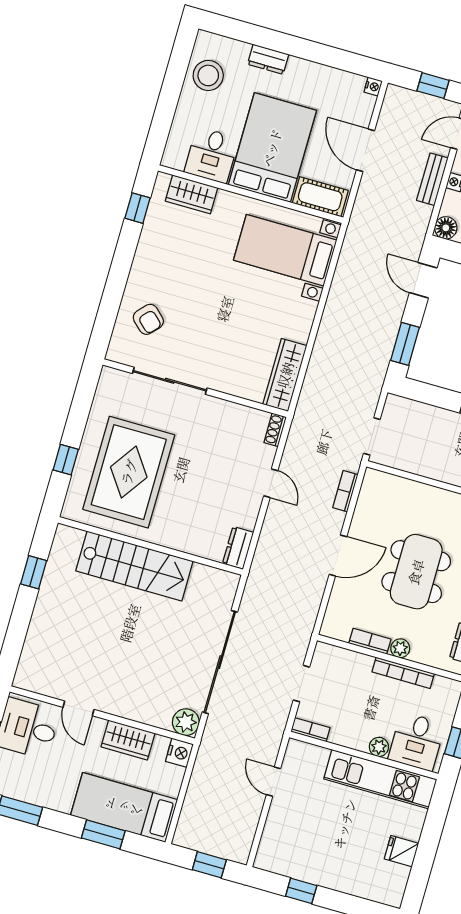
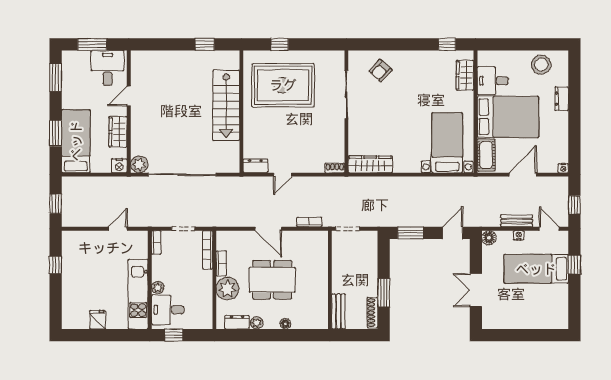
door: (271, 483) -> (283, 175), moved
plant: (400, 648) -> (227, 289), width x1.88, depth x1.88
bookcase: (403, 673) -> (208, 250), moved

